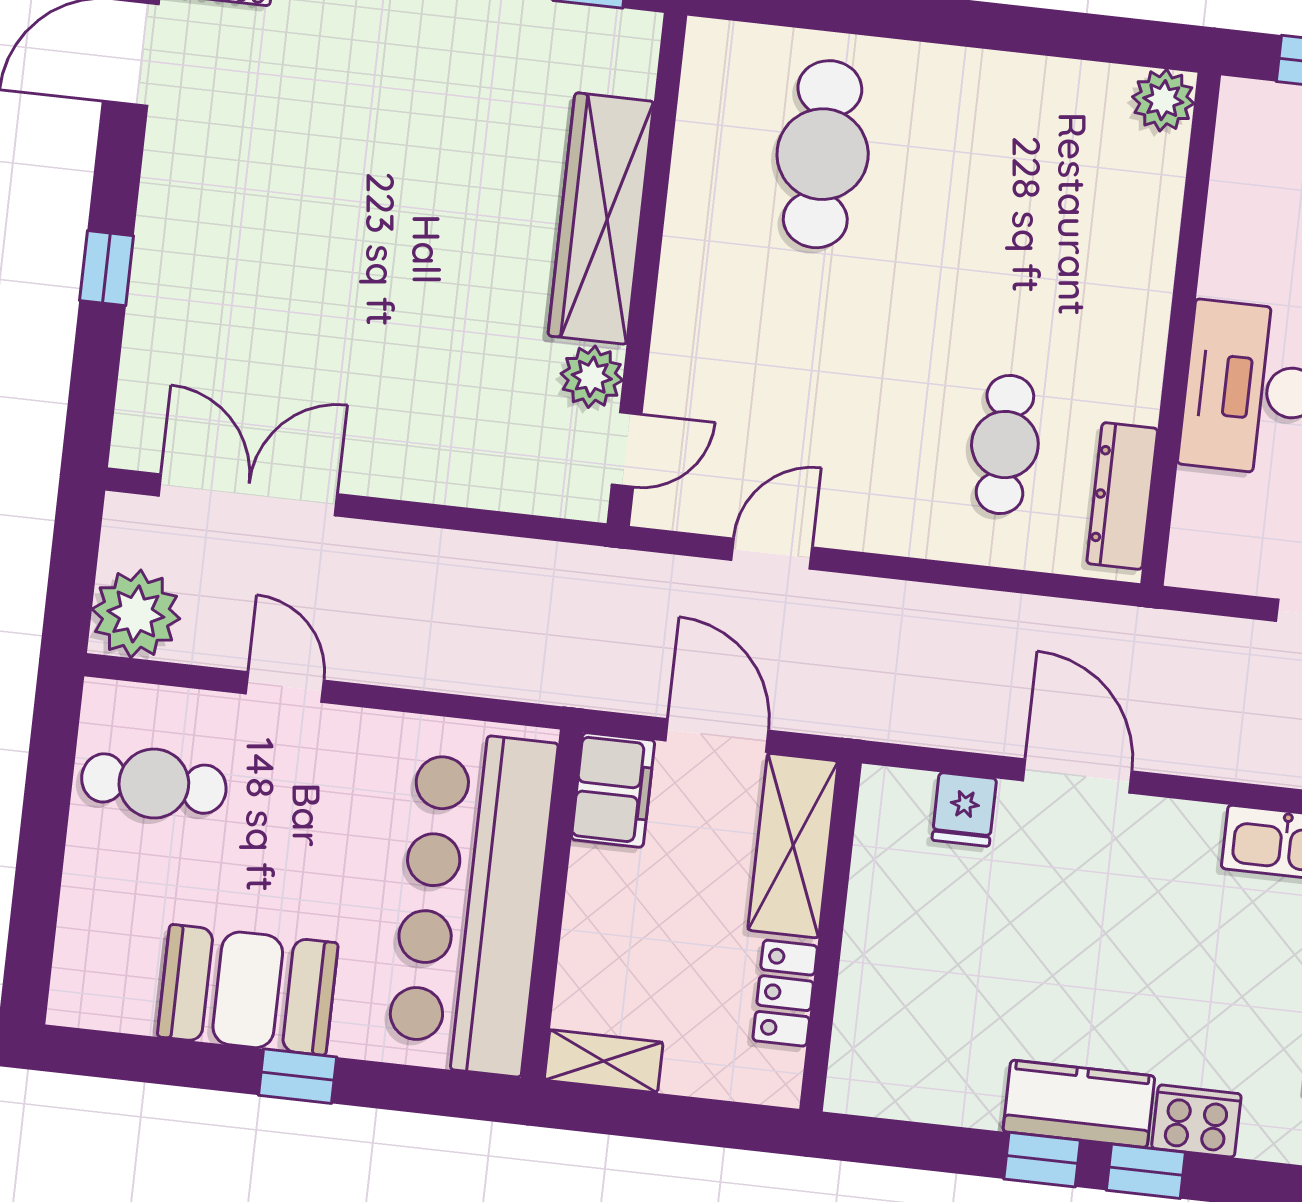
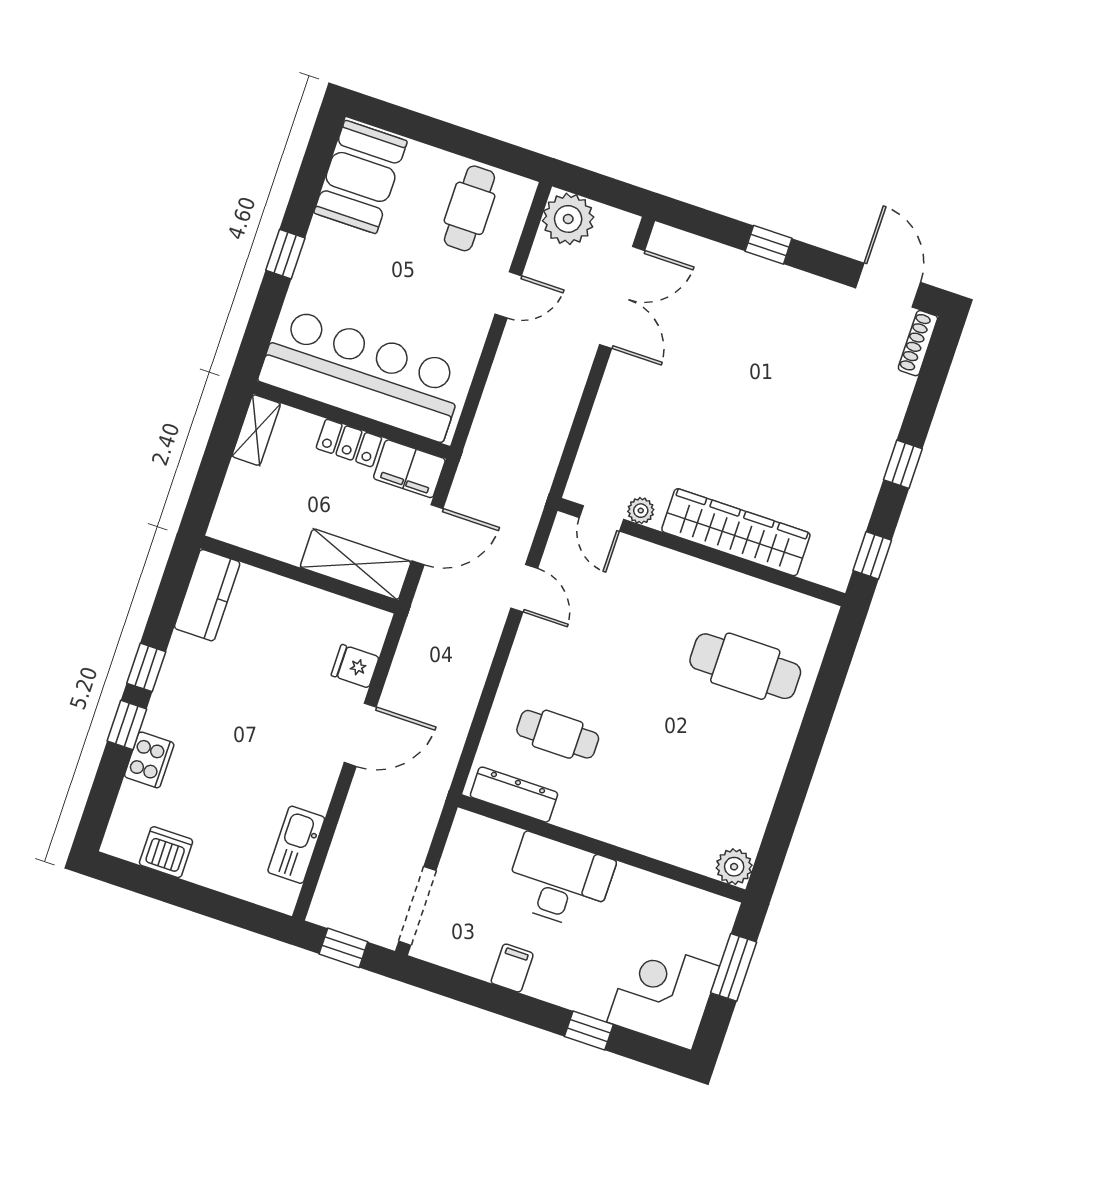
plant: (592, 377) -> (641, 511), width x0.73, depth x0.73
booth: (248, 990) -> (361, 177), moved
locker: (785, 993) -> (349, 443), moved, turned 180
kitchen counter: (1079, 1104) -> (207, 595), moved

